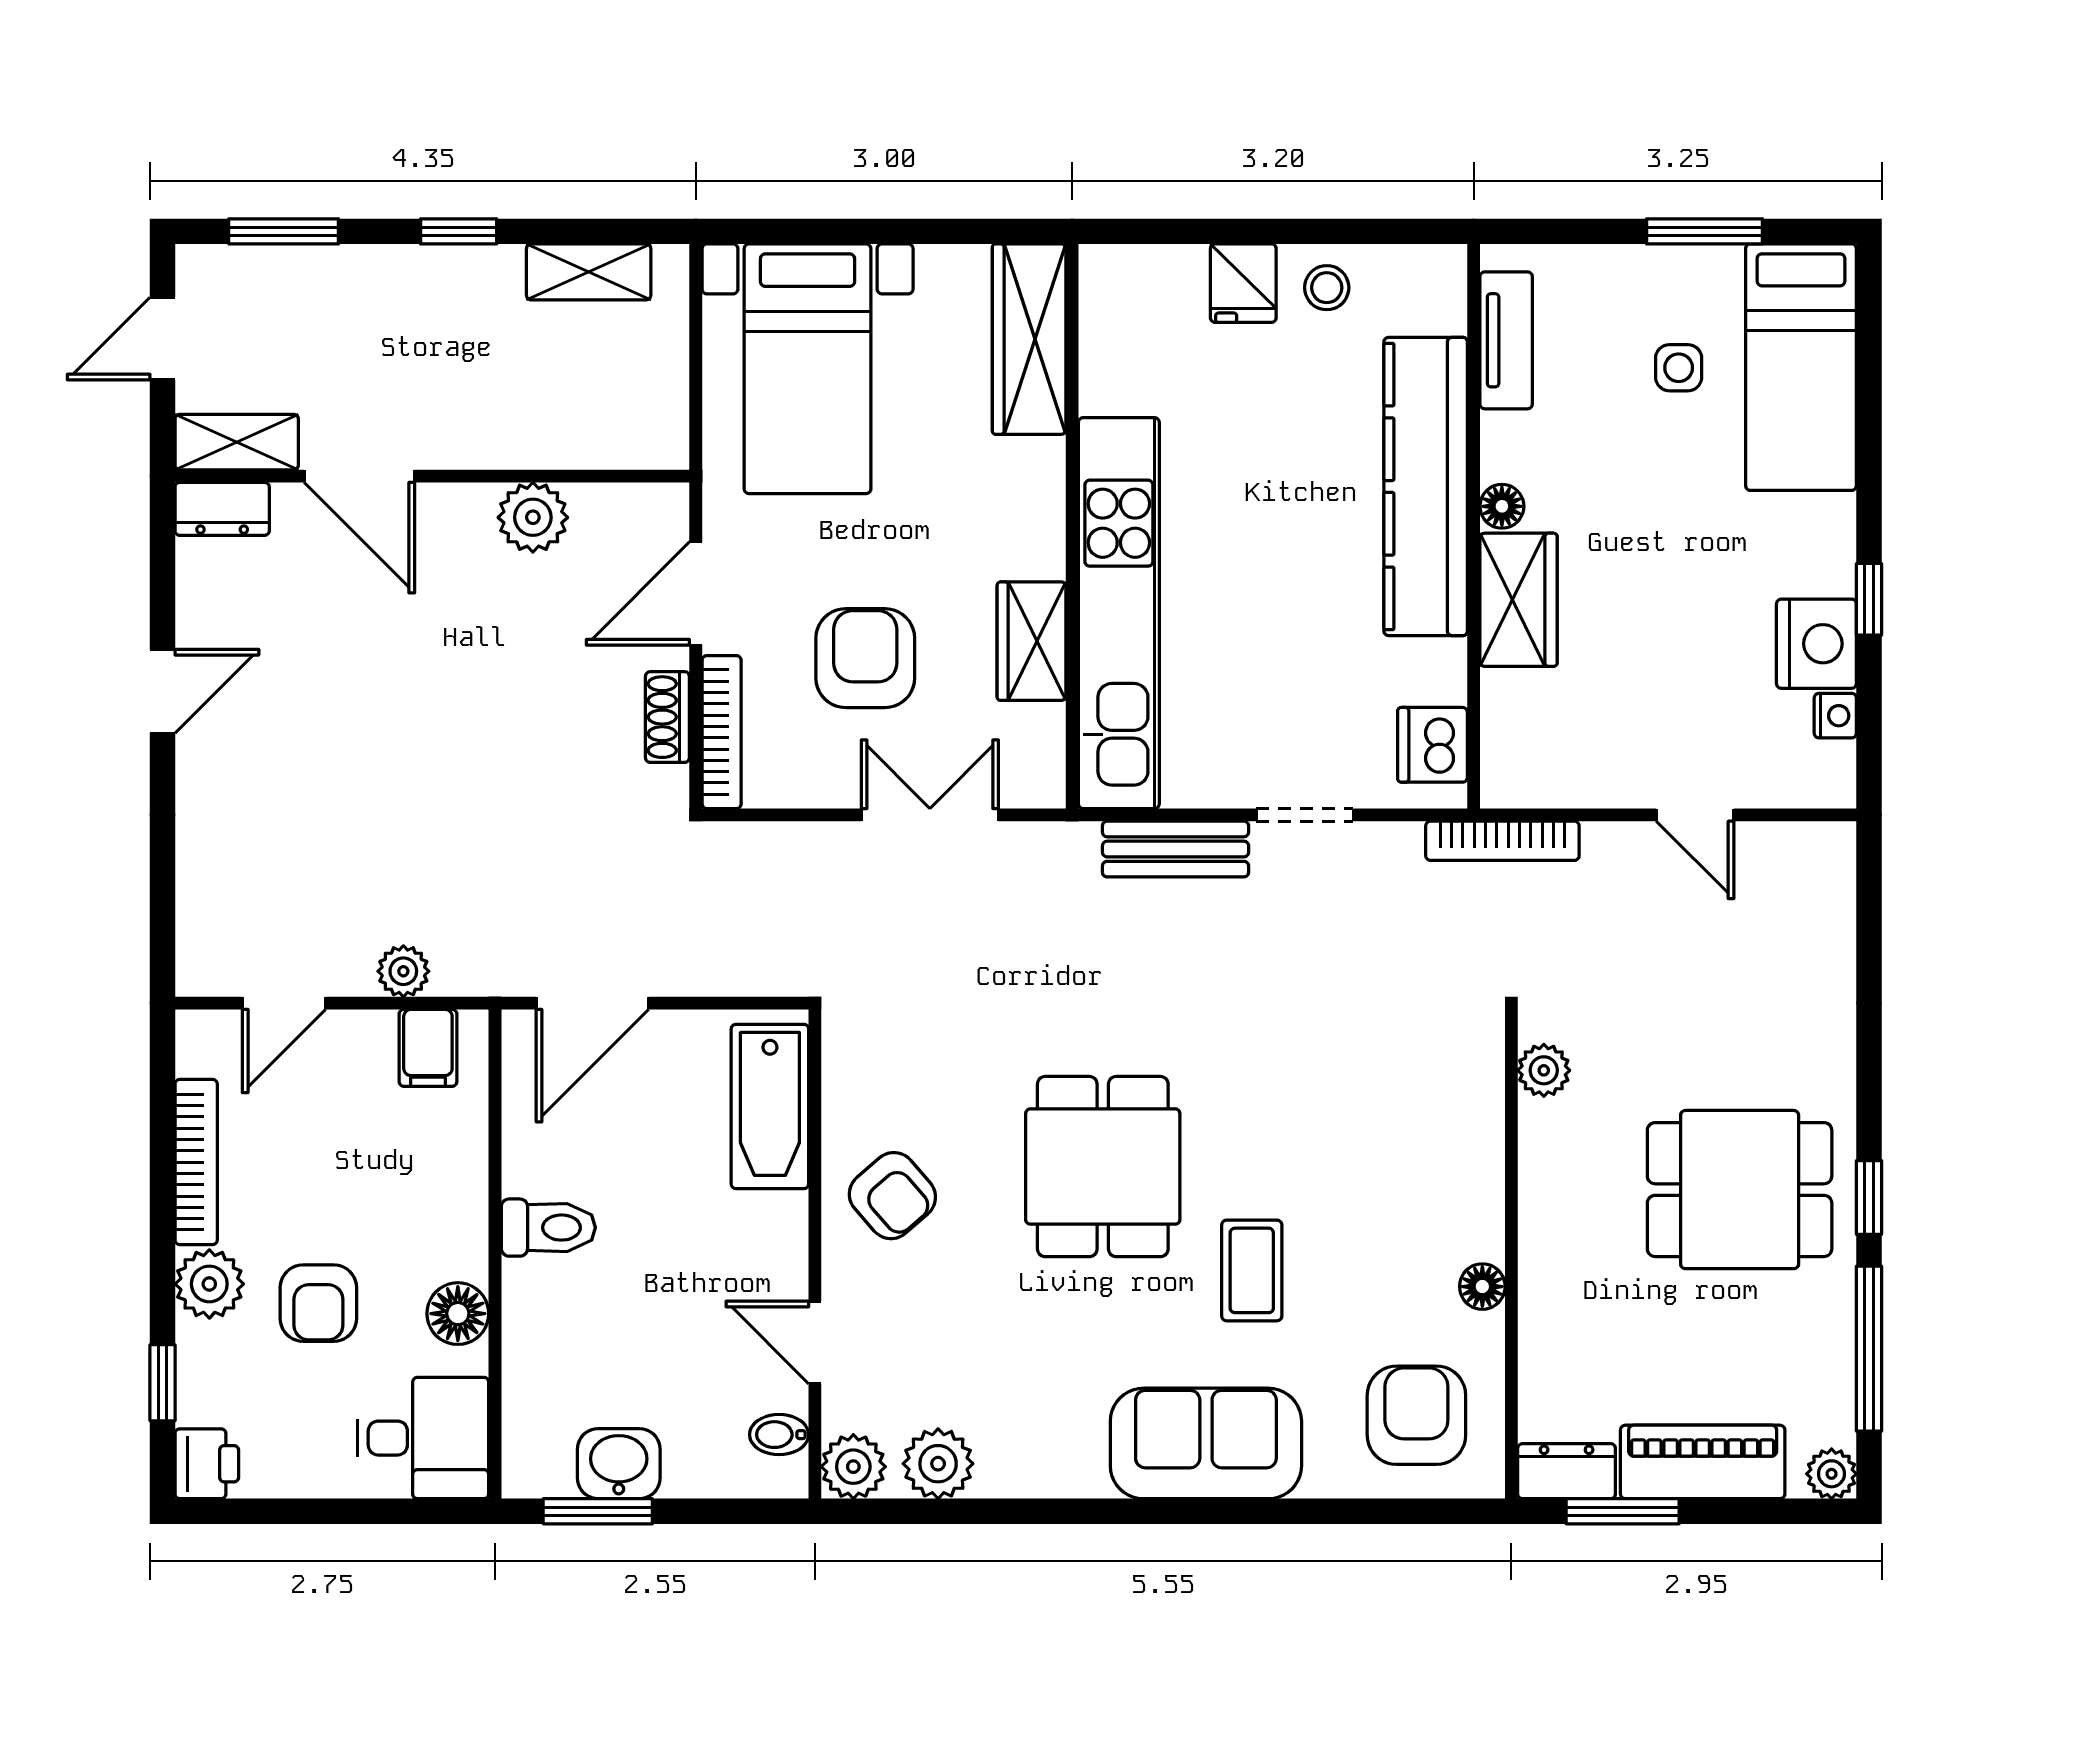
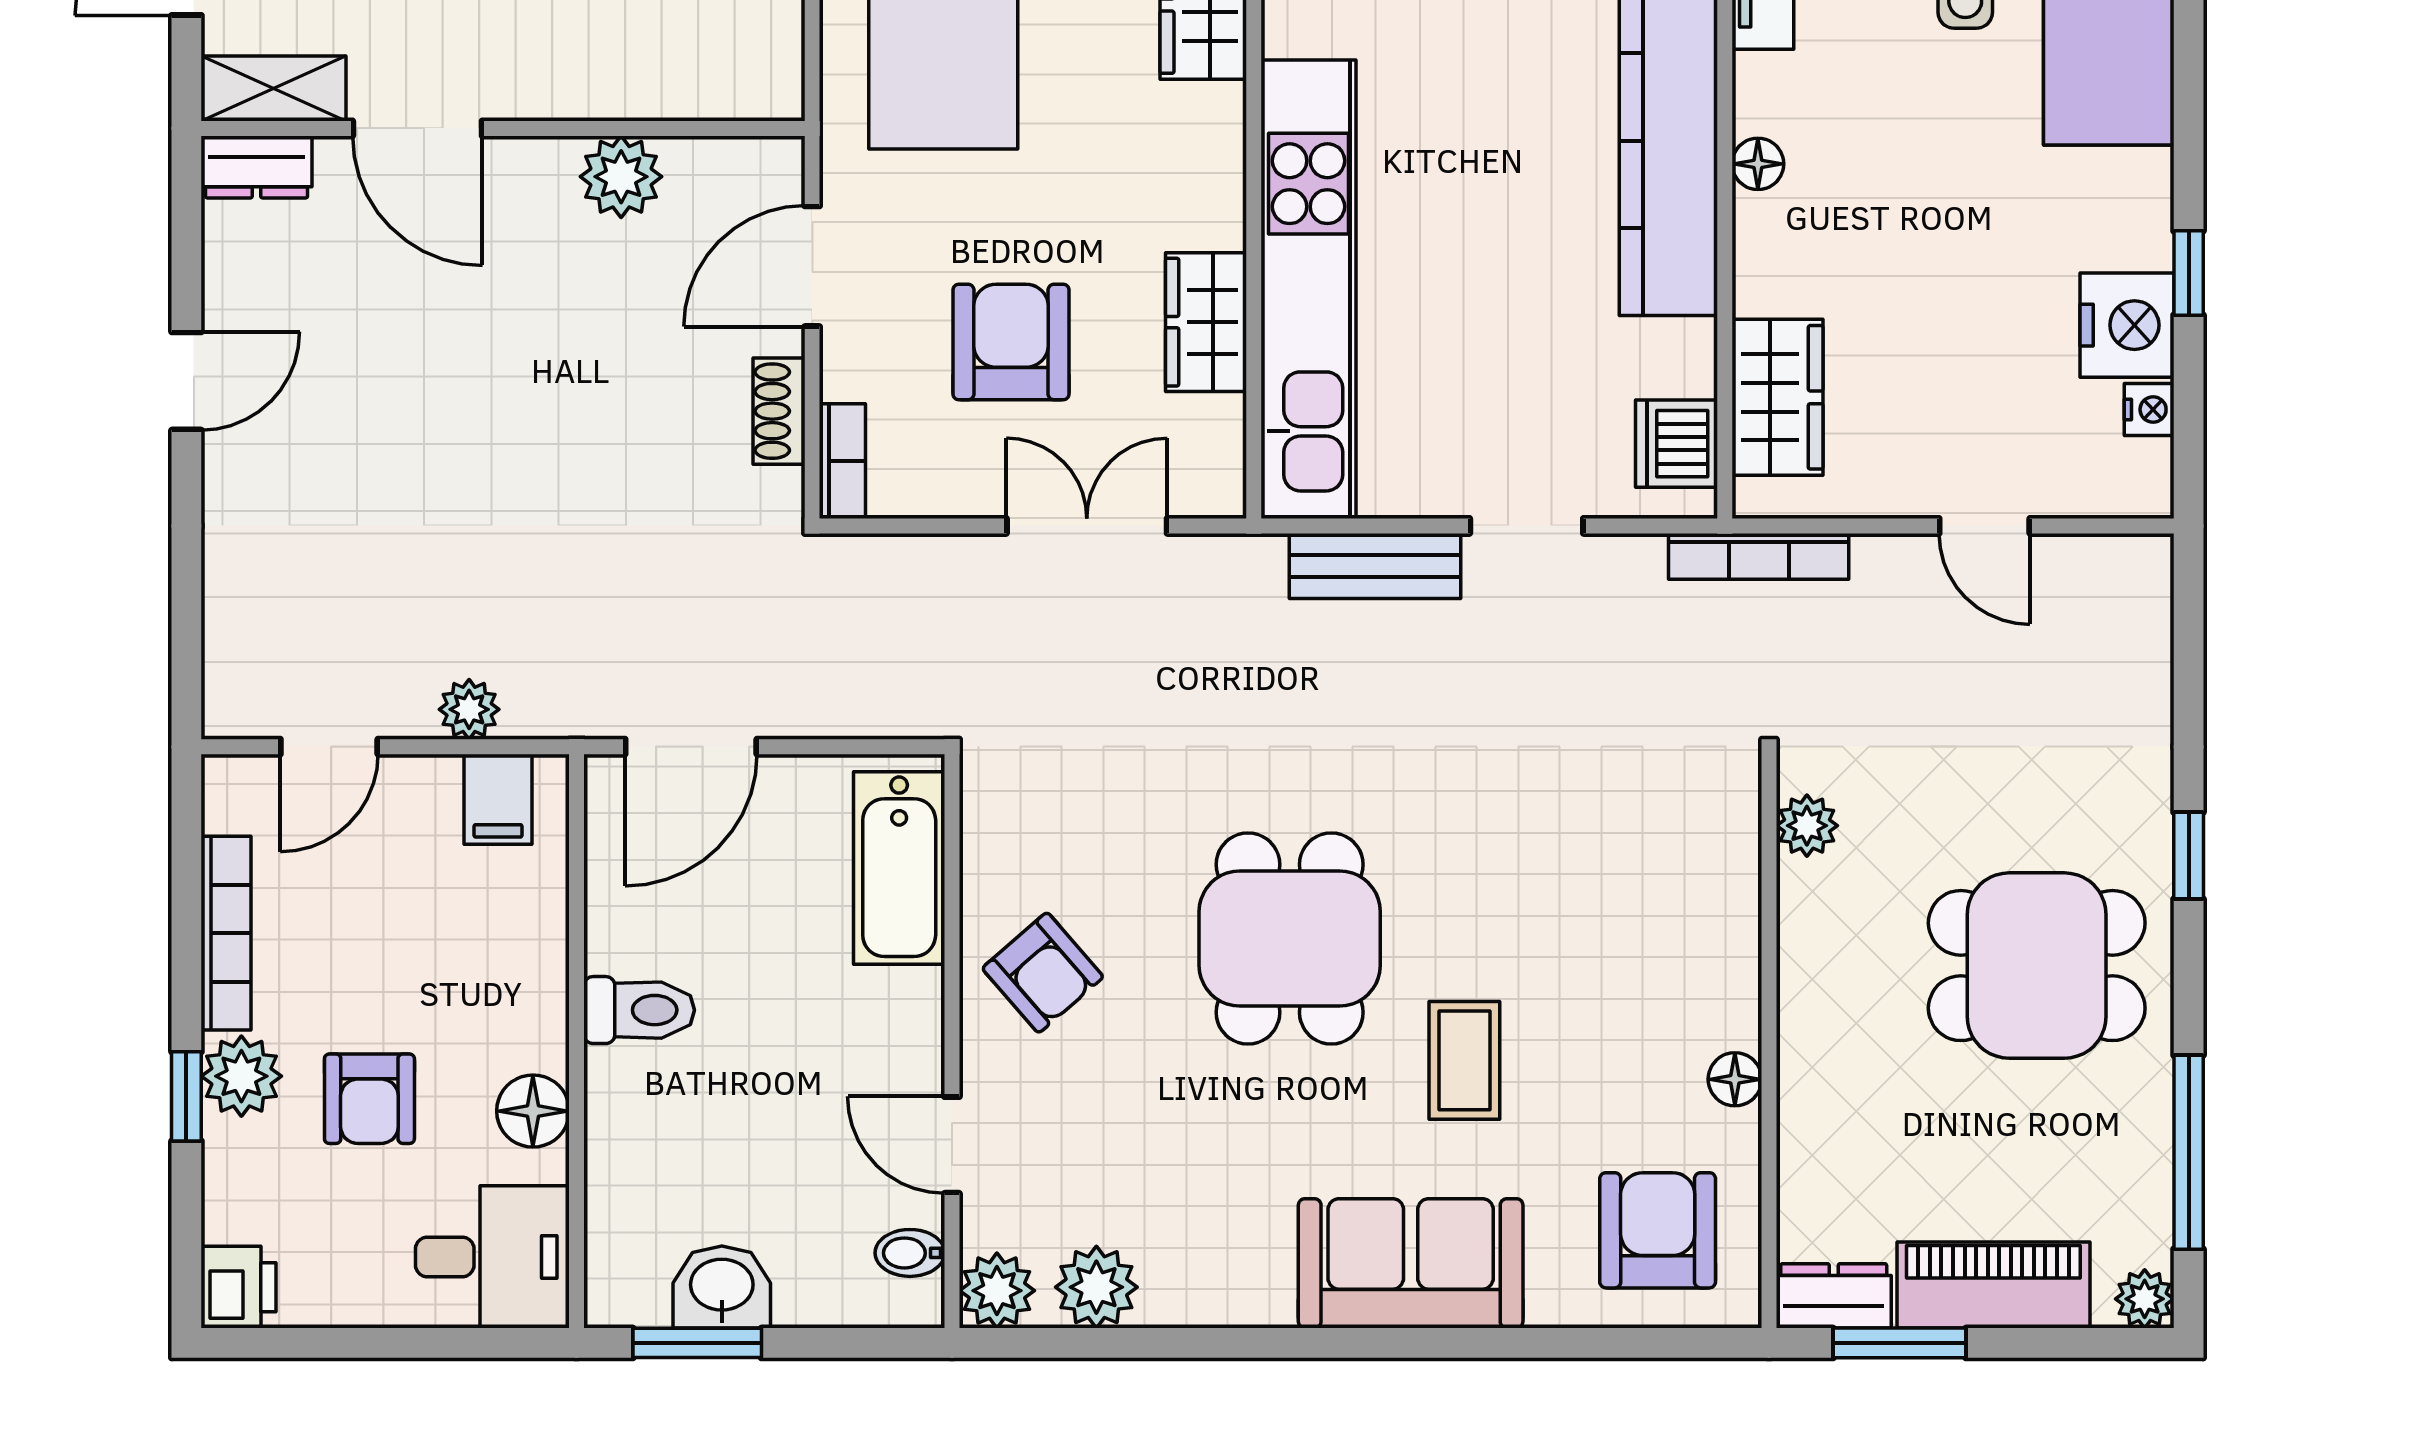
wardrobe: (1519, 600) -> (1778, 397), moved
bookcase: (722, 732) -> (842, 461), width x0.64
window: (1869, 1198) -> (2189, 856), moved
window: (162, 1383) -> (186, 1096), moved

